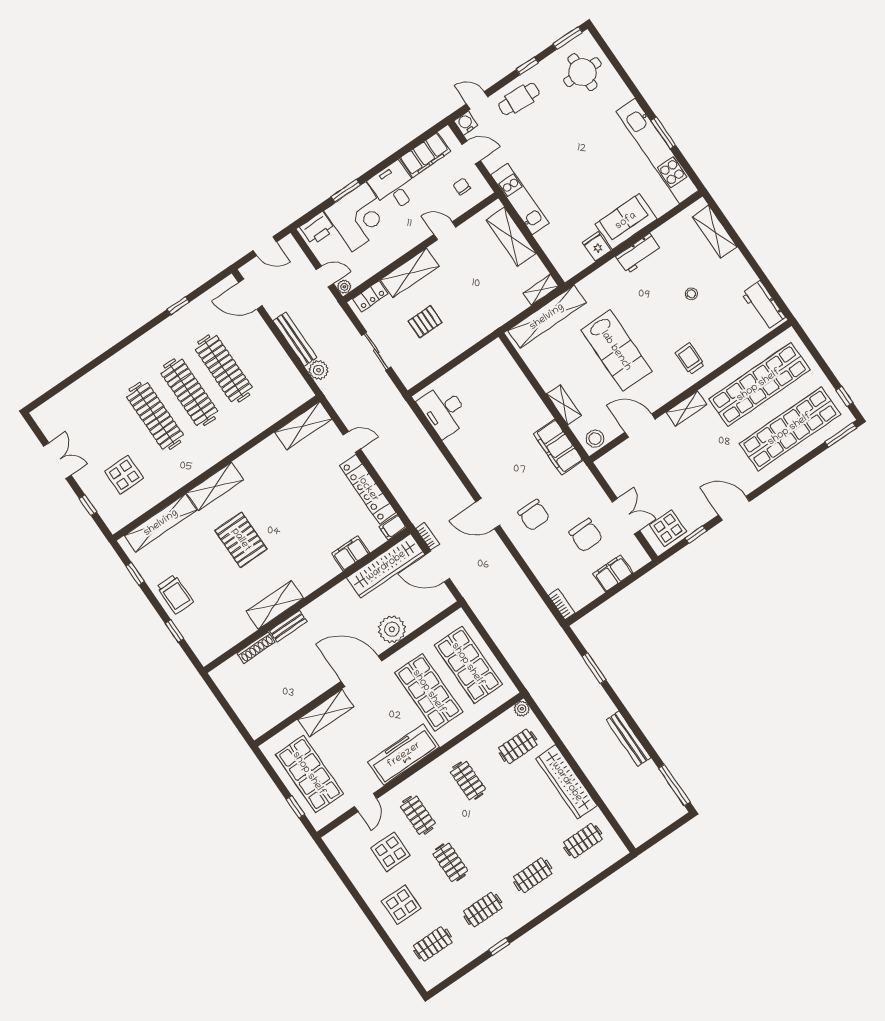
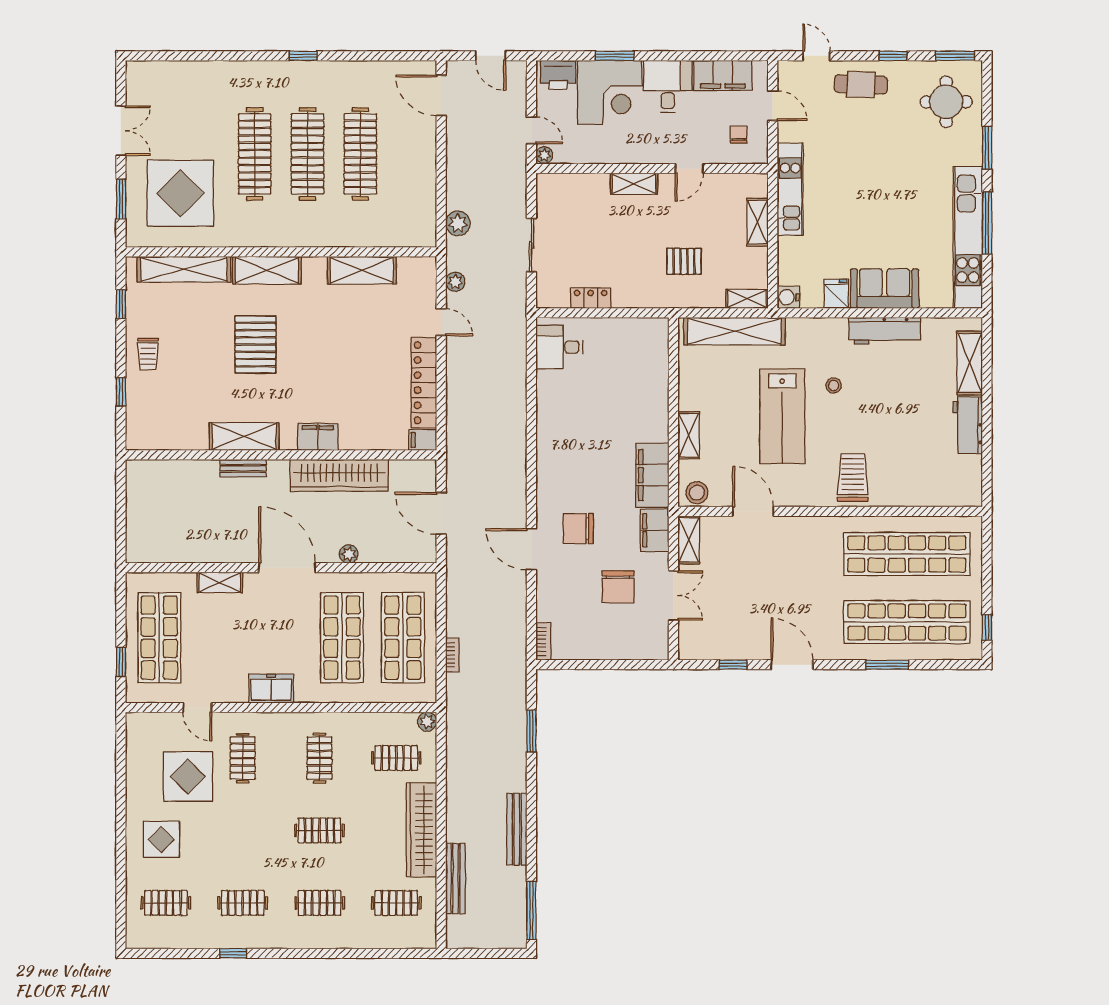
window: (630, 84) -> (987, 148), added
water cooler: (466, 123) -> (788, 297), moved, turned -90
window: (663, 133) -> (987, 223), width x1.44
door: (445, 231) -> (689, 169), swing flipped
shelving: (511, 237) -> (758, 222), width x0.67, depth x0.75
workbench: (639, 253) -> (885, 331), width x1.38
shelving: (410, 273) -> (634, 184), width x0.67, depth x0.75
stool: (691, 294) -> (834, 385), moved
locker: (370, 296) -> (591, 298), moved, turned 180
workbench: (763, 305) -> (968, 425), moved
window: (178, 306) -> (303, 56), moved
pallet: (425, 322) -> (684, 261), moved
bench: (295, 339) -> (456, 879), moved
trolley: (690, 359) -> (853, 477), width x1.36, depth x1.39
shelving: (686, 408) -> (689, 540), moved, turned 90
plant: (343, 409) -> (455, 282), added
desk: (444, 411) -> (559, 347), width x0.73
shelving: (303, 426) -> (362, 270), moved
window: (841, 435) -> (887, 665), moved
display table: (124, 475) -> (180, 193), width x1.86, depth x1.86
window: (88, 505) -> (121, 199), width x1.50
door: (488, 514) -> (531, 549), moved
chair: (534, 515) -> (578, 528), turned 90
display table: (668, 528) -> (709, 638), removed
bookcase: (428, 536) -> (452, 655), moved
filing cabinet: (350, 553) -> (318, 437), moved
wardrobe: (386, 566) -> (339, 475), moved
filing cabinet: (613, 573) -> (655, 530), moved, turned -90
trolley: (175, 594) -> (148, 354), width x0.73, depth x0.72
plant: (392, 629) -> (349, 554), width x0.53, depth x0.53
shoe rack: (256, 648) -> (194, 468), removed
shelving: (326, 713) -> (220, 582), width x0.67, depth x0.75
freezer: (404, 755) -> (271, 689), width x0.52, depth x0.79
door: (366, 802) -> (197, 708), hinge flipped
display table: (390, 852) -> (188, 777), width x1.36, depth x1.36
clothes rail: (450, 862) -> (319, 830), moved, turned 90

